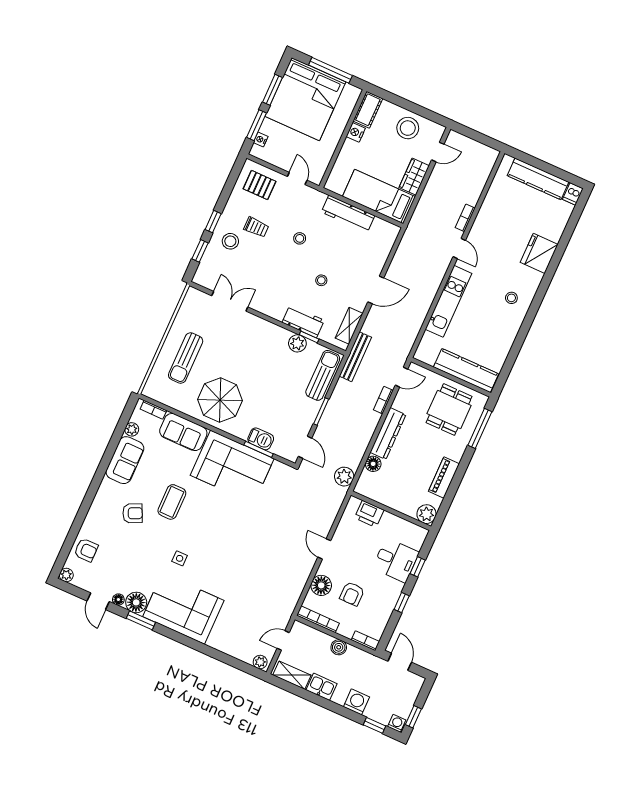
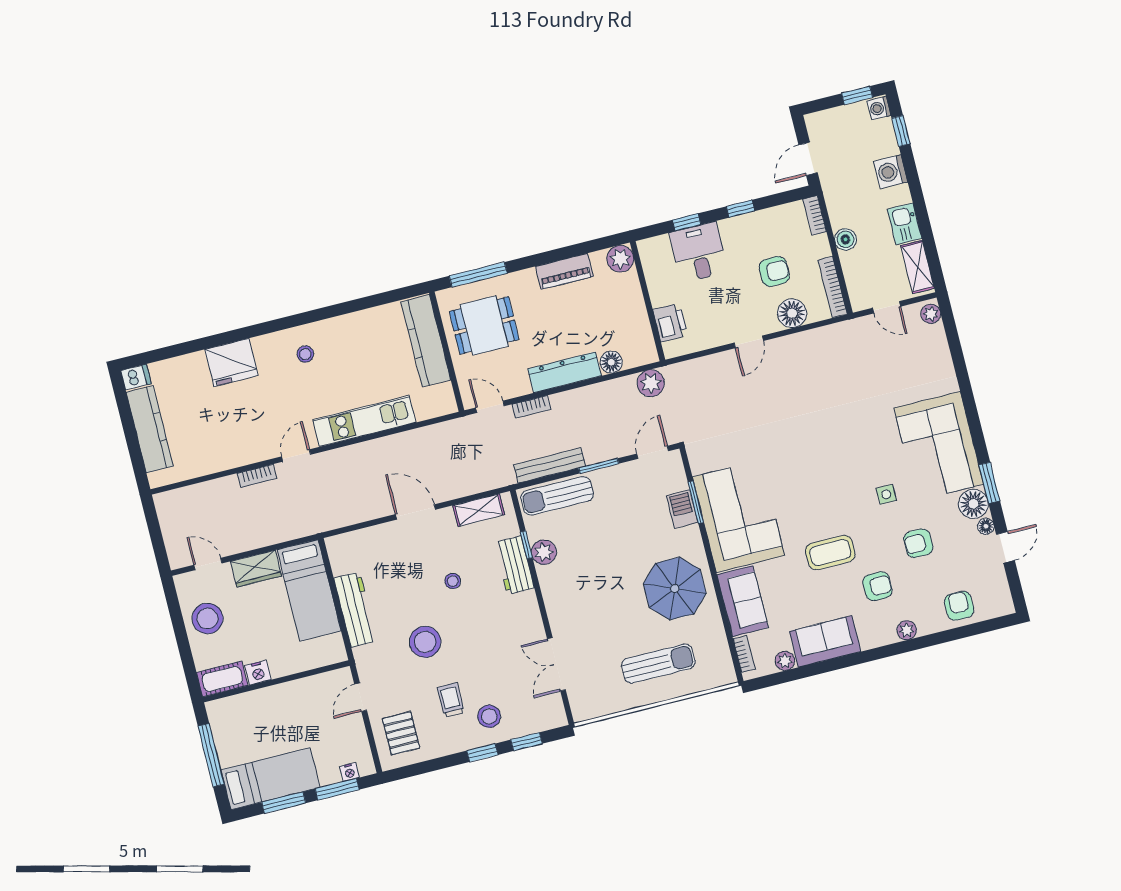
bed: (305, 99) -> (270, 779), width x0.49
stool: (300, 238) -> (425, 642), width x1.89, depth x1.89
bench: (355, 357) -> (550, 465), moved
armchair: (133, 513) -> (877, 586), turned 115
armchair: (139, 555) -> (918, 543), added
plant: (66, 575) -> (907, 630), moved

